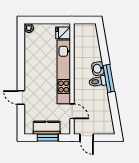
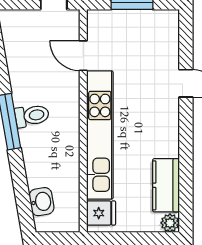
washbasin: (98, 69) -> (42, 202), moved
kitchen counter: (47, 128) -> (166, 185), moved, turned 90

